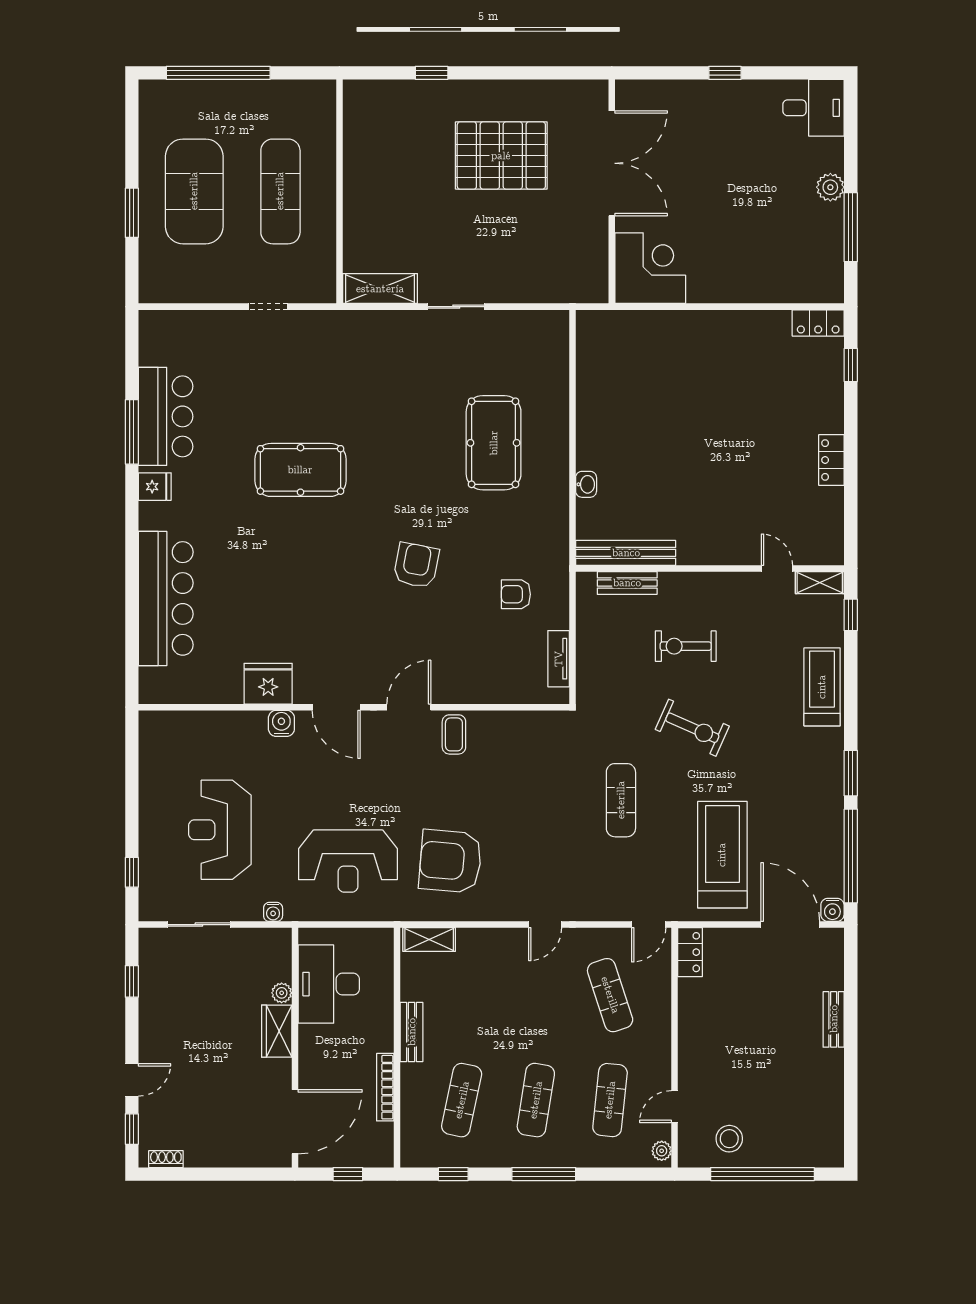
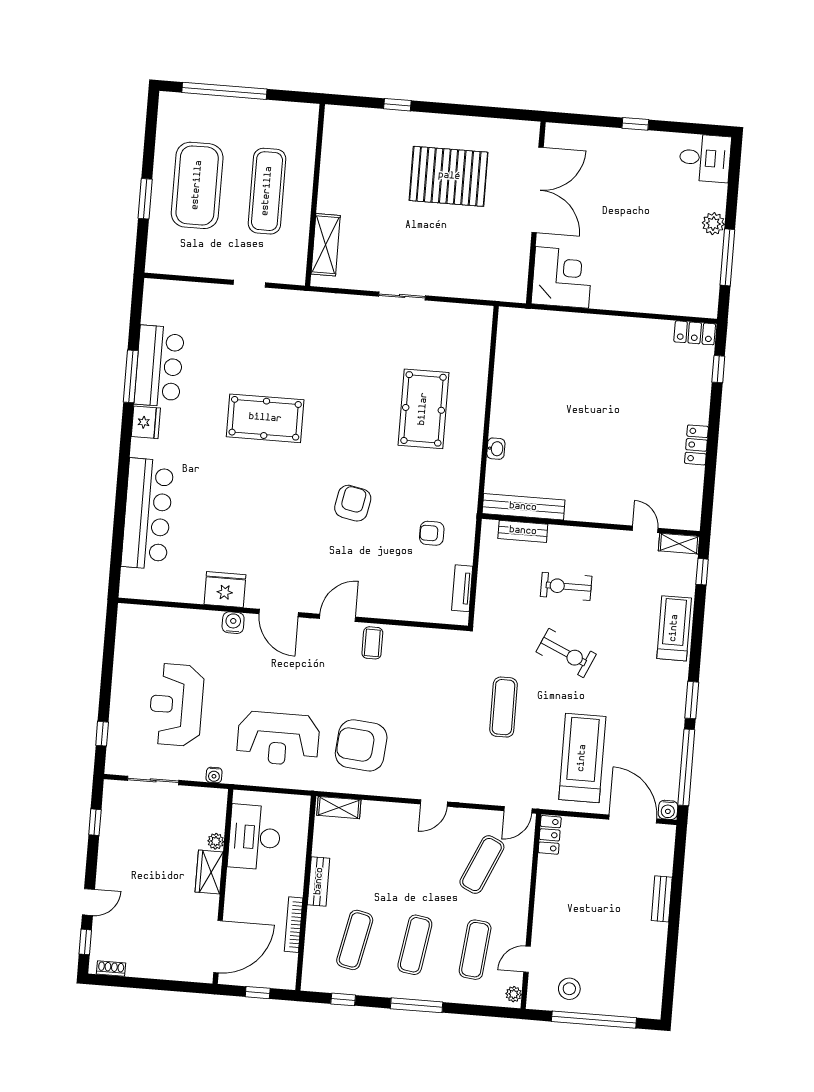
shelving: (380, 289) -> (326, 245), moved, turned 90
fridge: (155, 487) -> (146, 422), width x1.38
exercise mat: (610, 995) -> (482, 865), turned 42

